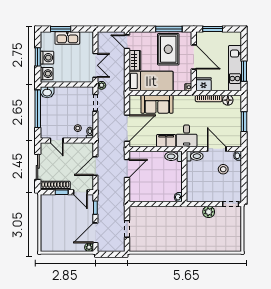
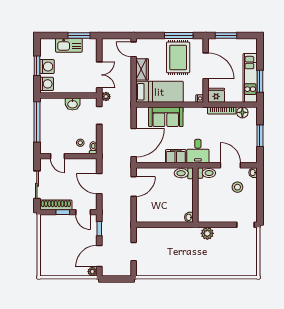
window: (61, 29) -> (79, 35), moved
washbasin: (47, 92) -> (73, 104), moved
door: (95, 166) -> (99, 184), hinge flipped
plant: (209, 212) -> (207, 233), moved

